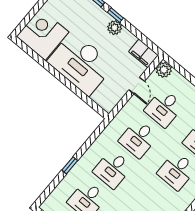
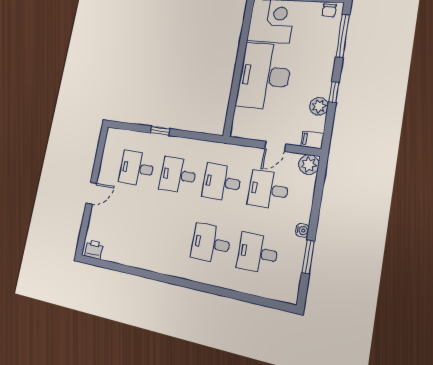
window: (115, 15) -> (334, 92), moved
plant: (115, 28) -> (319, 106), moved
filing cabinet: (143, 53) -> (312, 140), width x0.50

